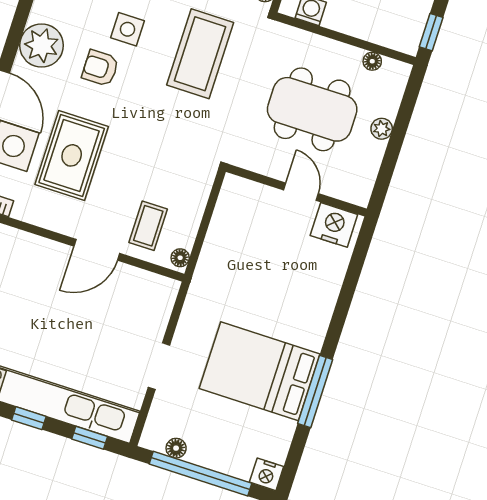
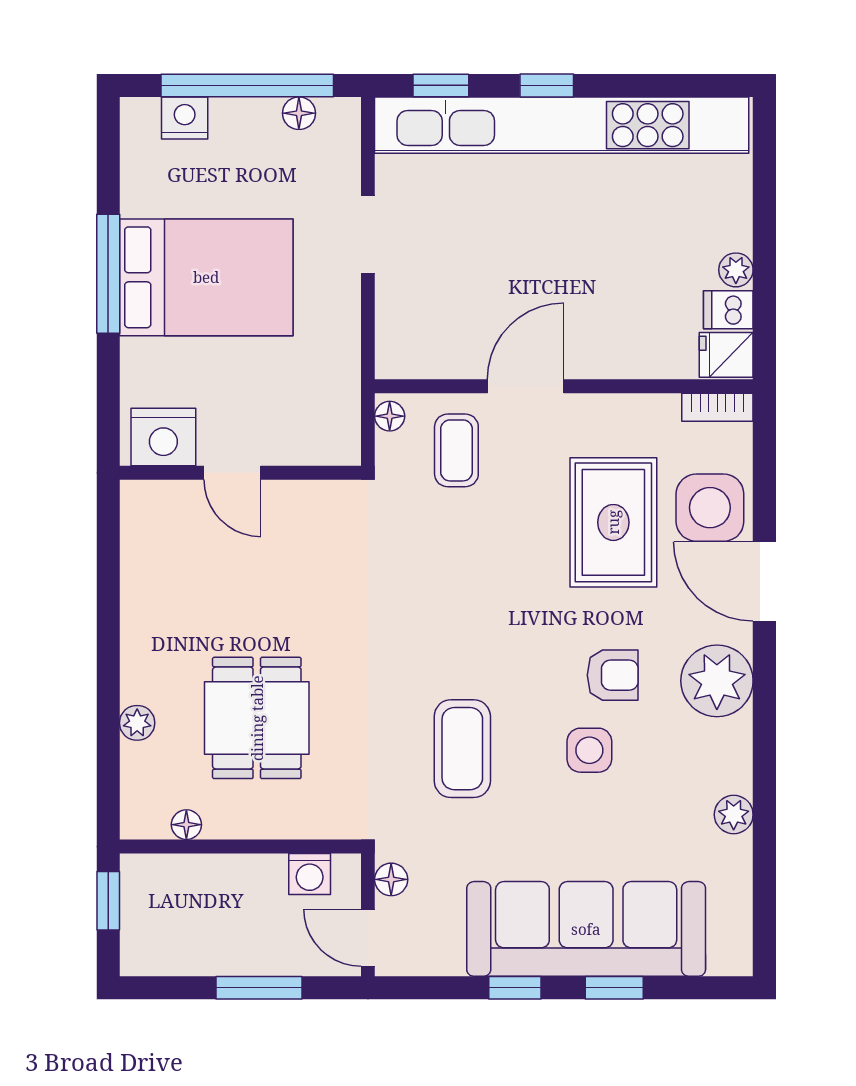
coffee table: (200, 54) -> (462, 749), width x0.73, depth x0.76
dining table: (312, 109) -> (257, 718), width x0.73
wall: (296, 190) -> (240, 473), moved
door: (301, 192) -> (232, 473), moved
nightstand: (334, 225) -> (163, 437), moved
nightstand: (267, 474) -> (185, 118), moved

